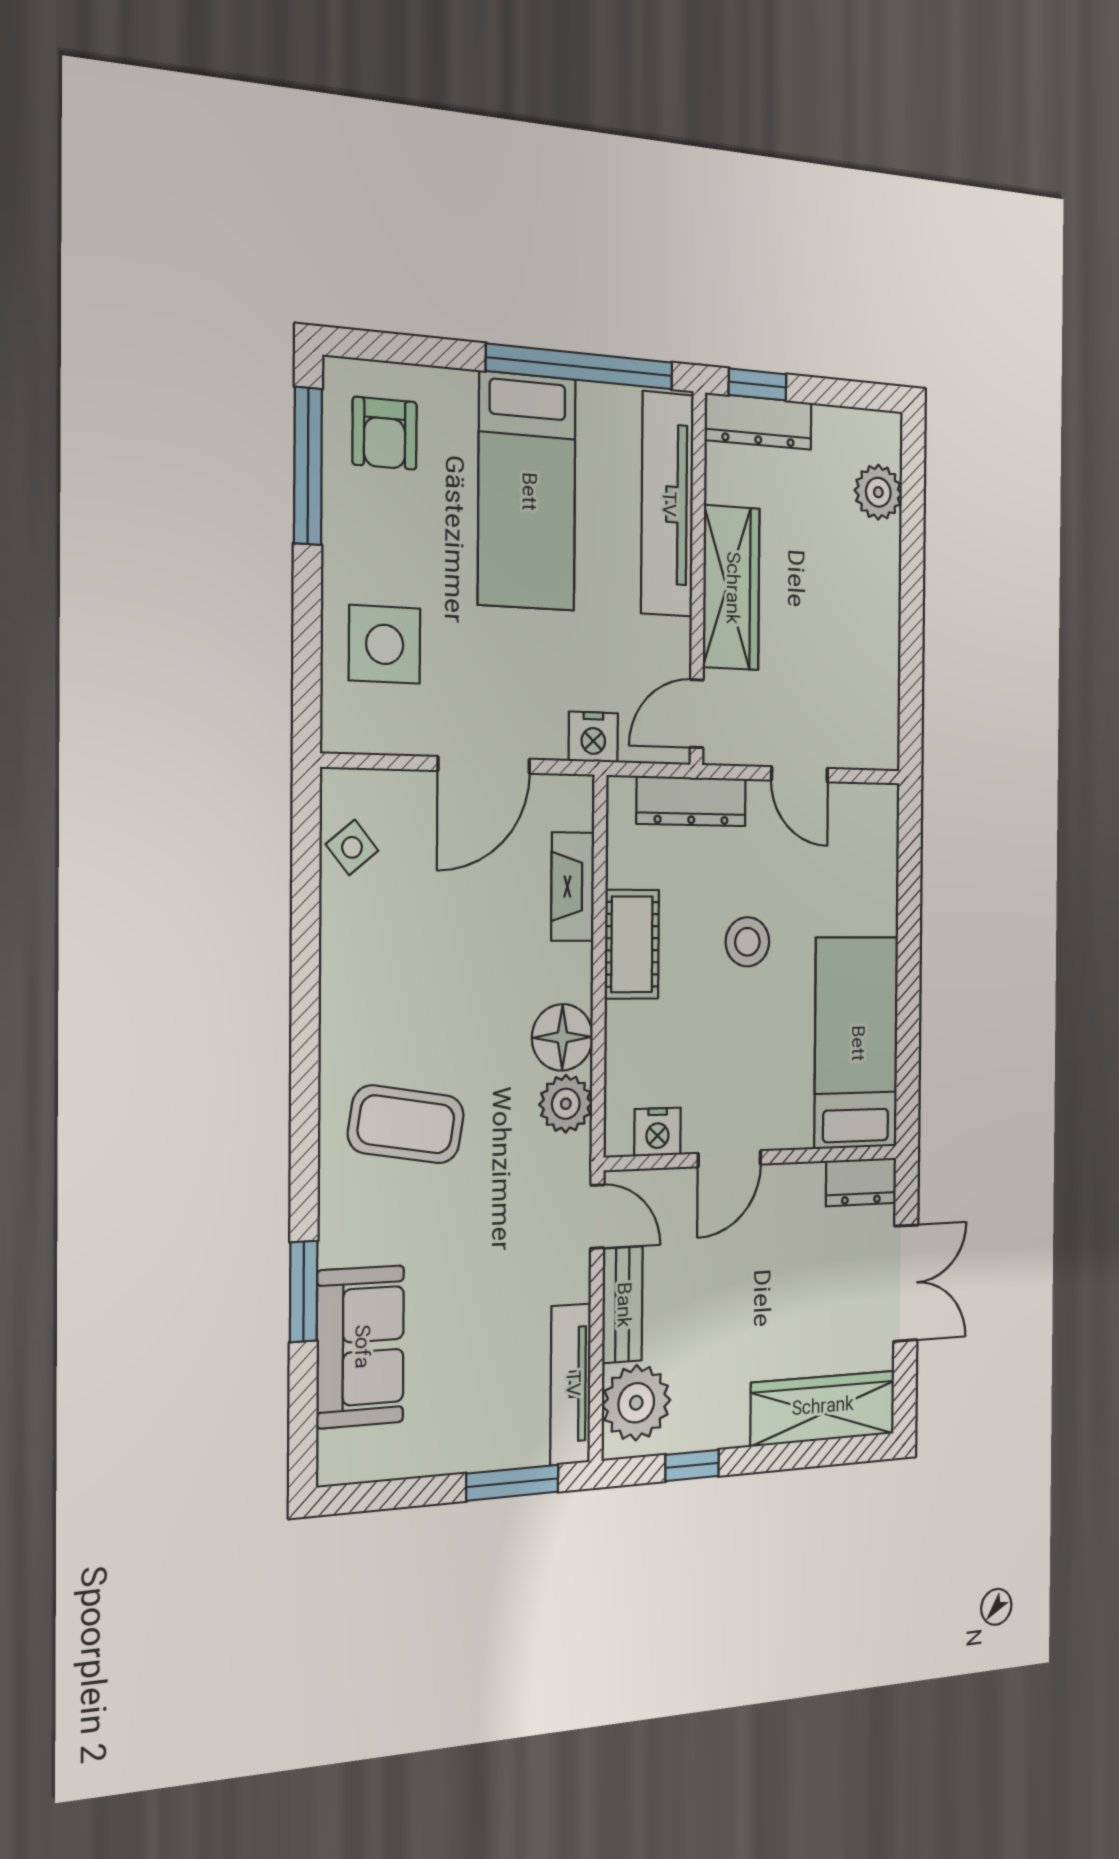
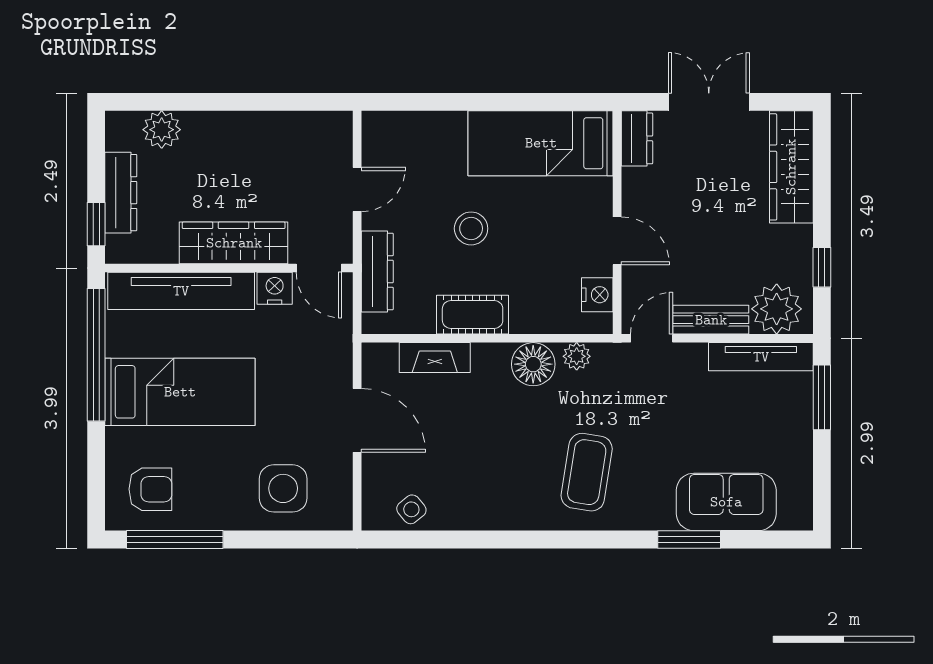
dresser: (758, 421) -> (121, 193), moved
nightstand: (593, 737) -> (275, 288), moved, turned -90
plant: (566, 1104) -> (577, 356), width x0.73, depth x0.73

